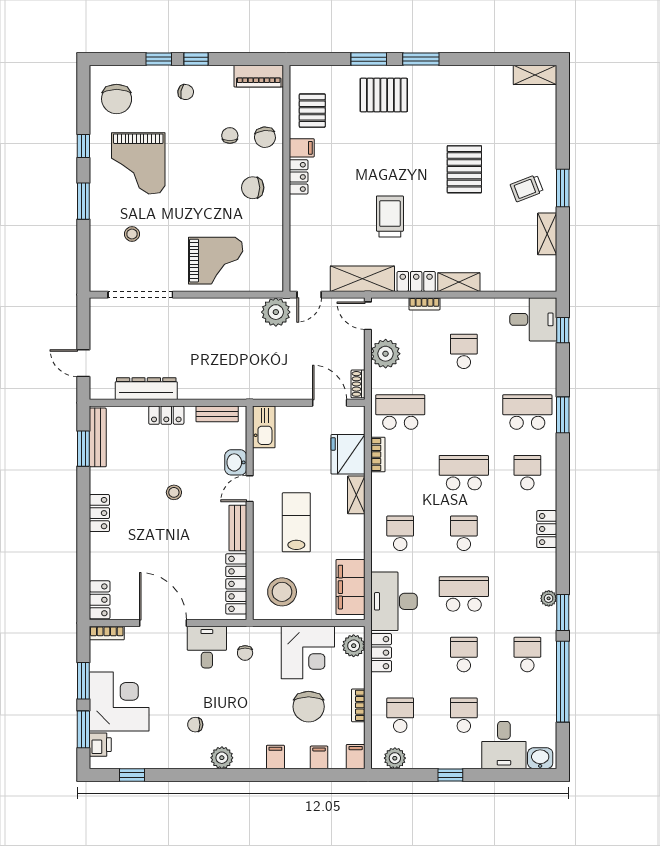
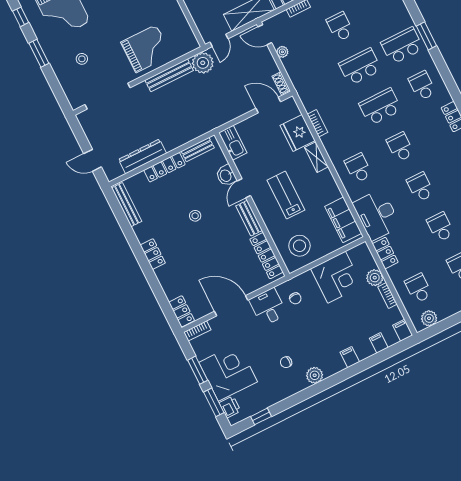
bench: (228, 307) -> (169, 75), added
plant: (386, 354) -> (282, 52), width x0.53, depth x0.53
school desk: (400, 412) -> (360, 67), moved
locker: (166, 415) -> (165, 167), width x1.53
window: (83, 449) -> (121, 217), removed
school desk: (464, 594) -> (420, 187), width x0.54
plant: (354, 646) -> (375, 278), moved
chair: (309, 707) -> (355, 313), removed

